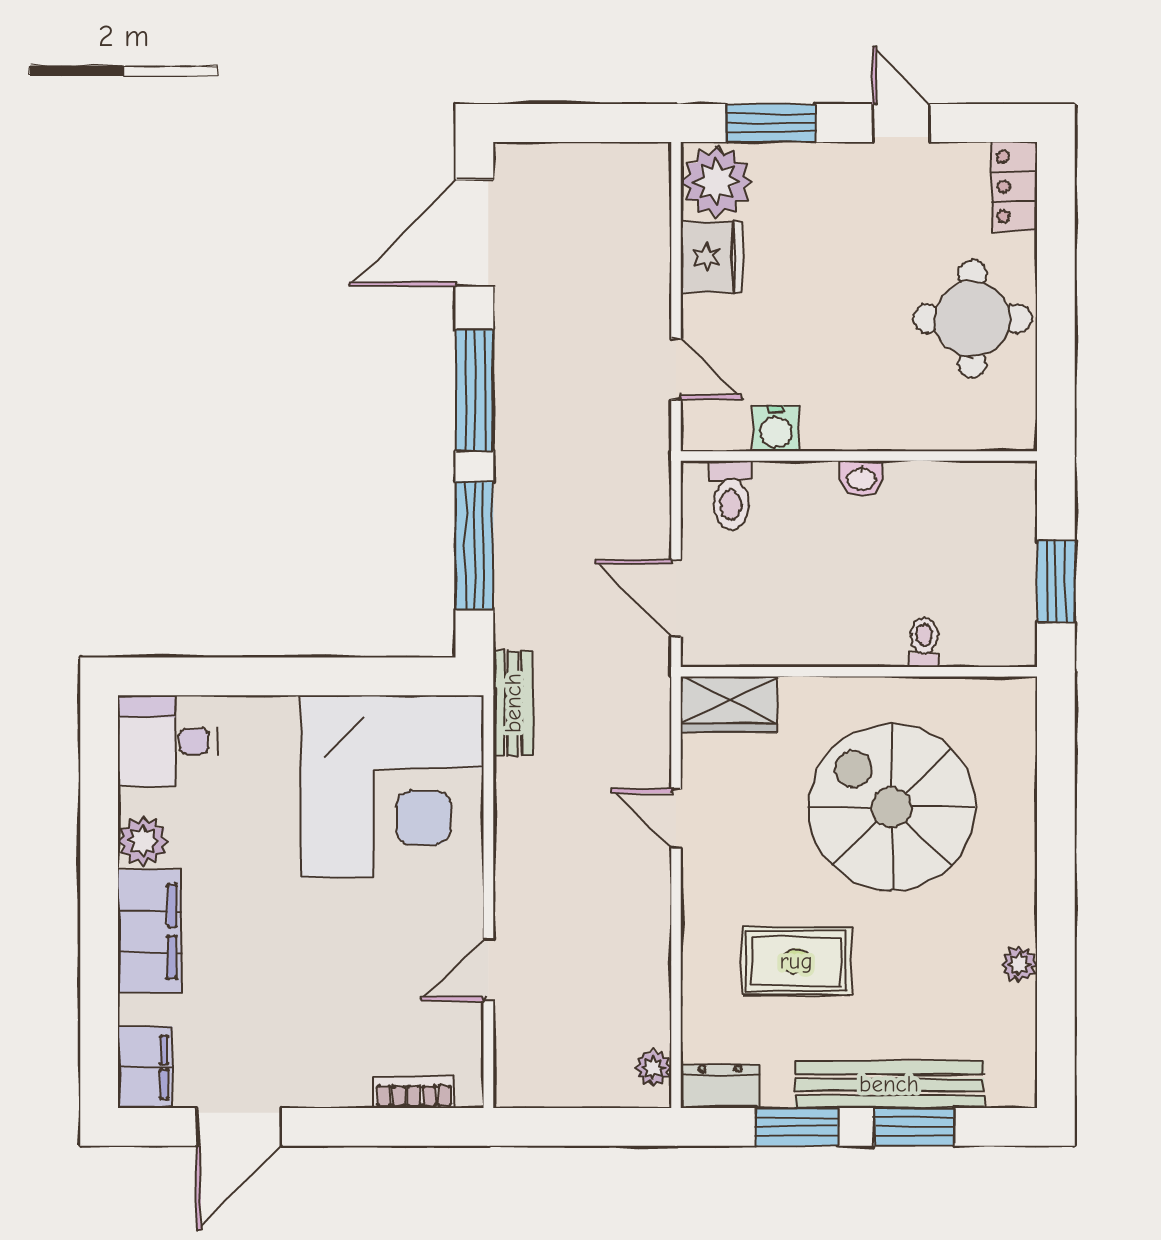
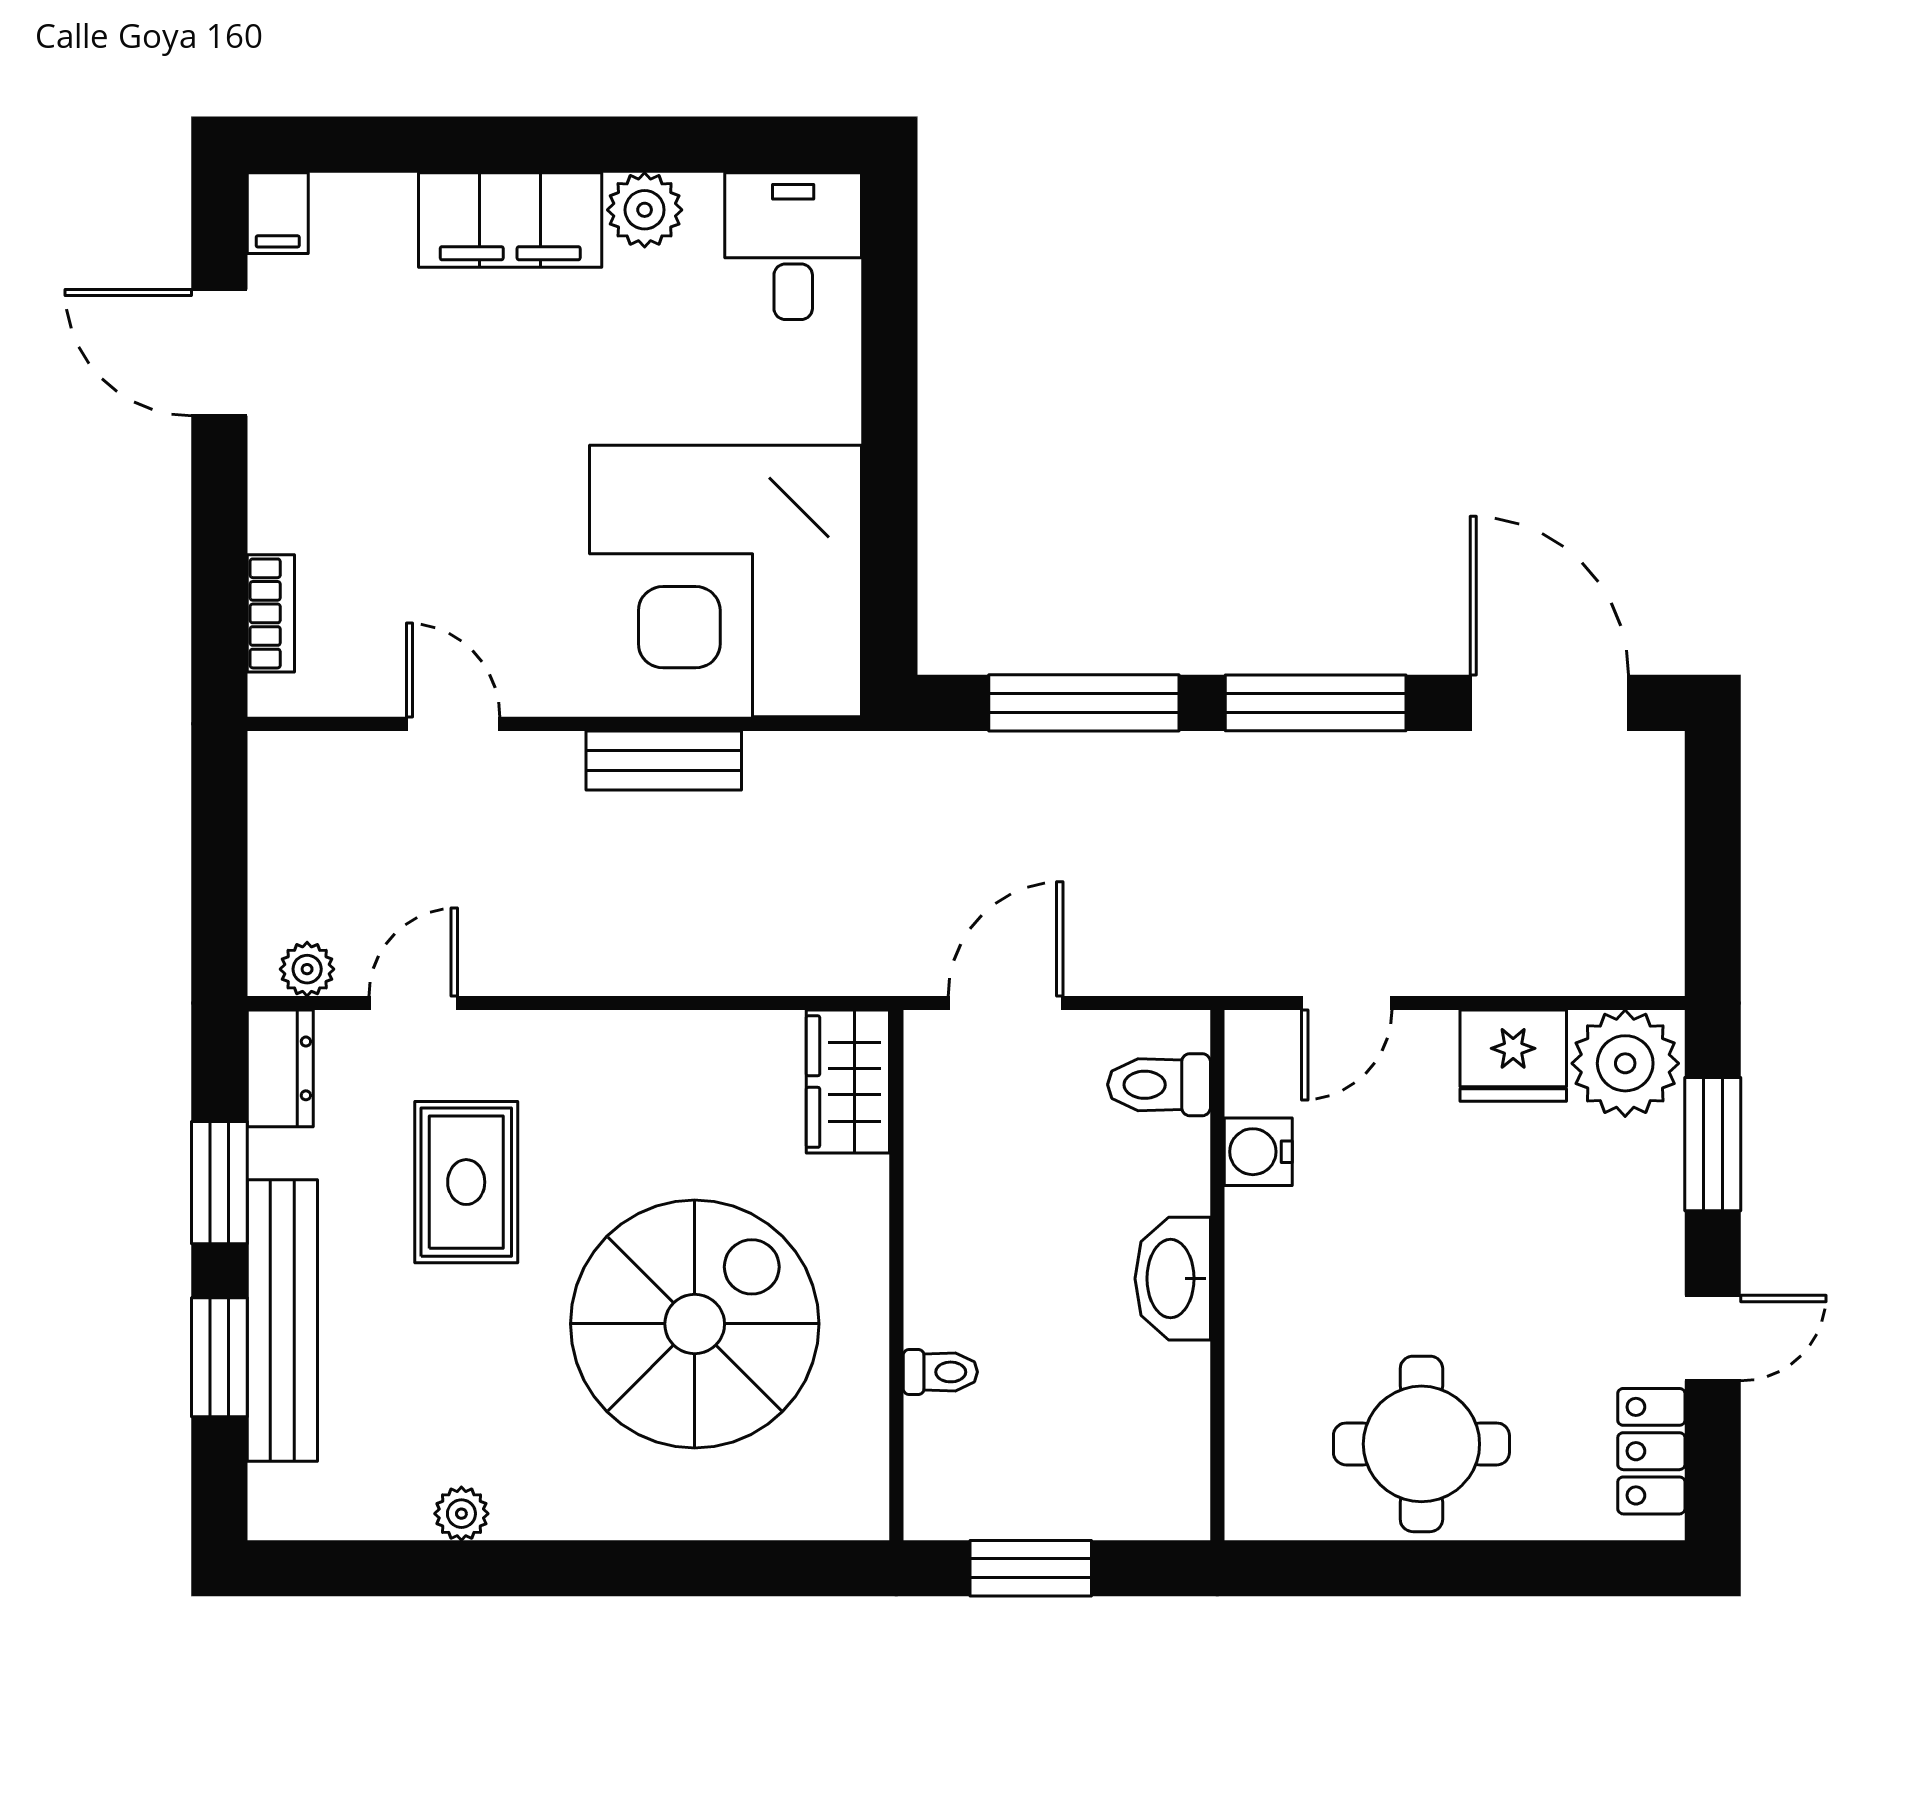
locker: (1015, 186) -> (1651, 1451), moved, turned -90
washbasin: (861, 478) -> (1173, 1279), width x1.91, depth x1.45
bench: (513, 703) -> (664, 760), moved
door: (676, 819) -> (413, 1003), moved
filing cabinet: (145, 1067) -> (278, 213), width x0.50

